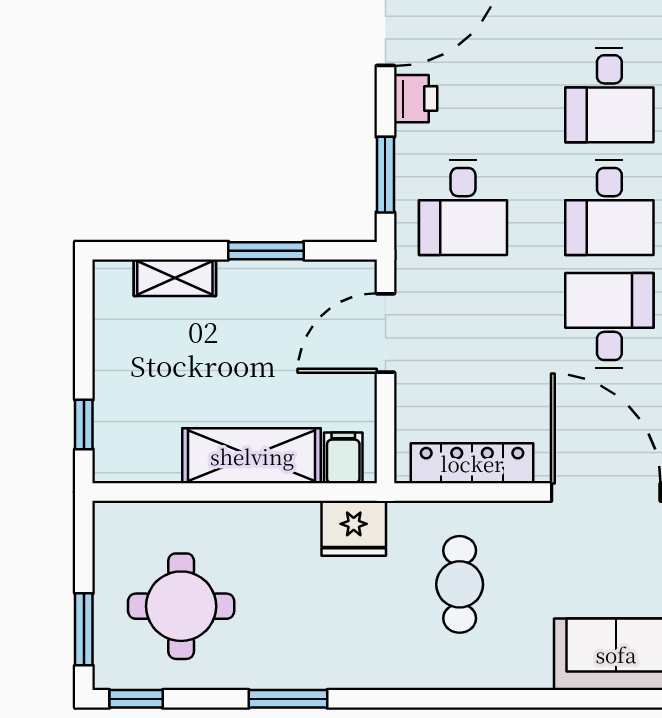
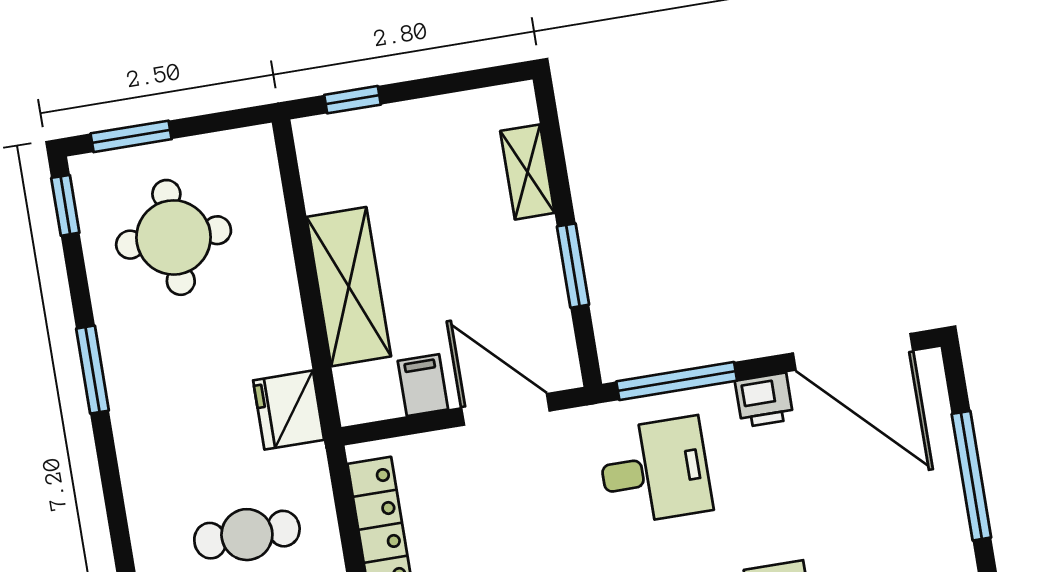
window: (385, 175) -> (677, 381), width x1.44
desk: (463, 208) -> (655, 471), turned 180
filing cabinet: (343, 458) -> (423, 385), moved, turned -90

